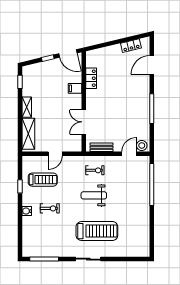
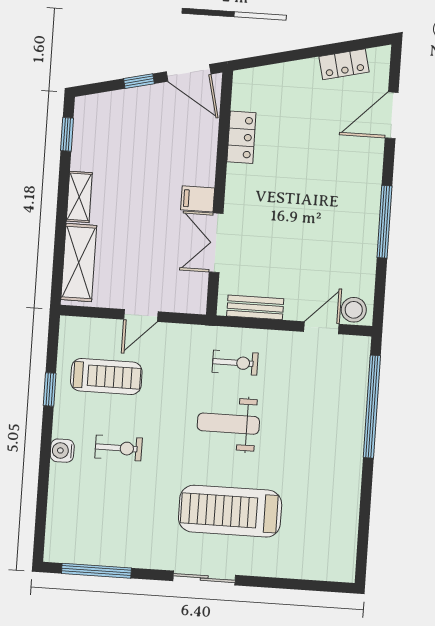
filing cabinet: (75, 88) -> (198, 199), moved
treadmill: (97, 231) -> (230, 511), turned 180

